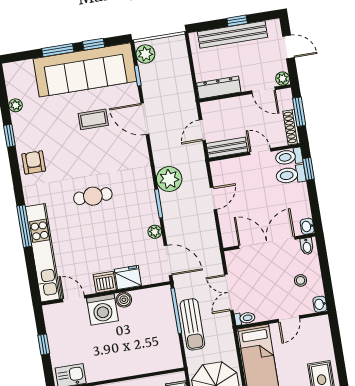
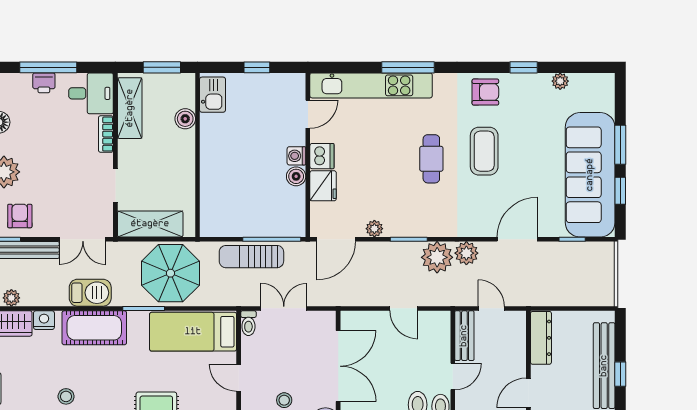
plant: (145, 54) -> (466, 253), moved
coffee table: (93, 119) -> (484, 151), moved, width x1.36, depth x1.30
washing machine: (102, 310) -> (296, 156), width x0.53, depth x0.53

